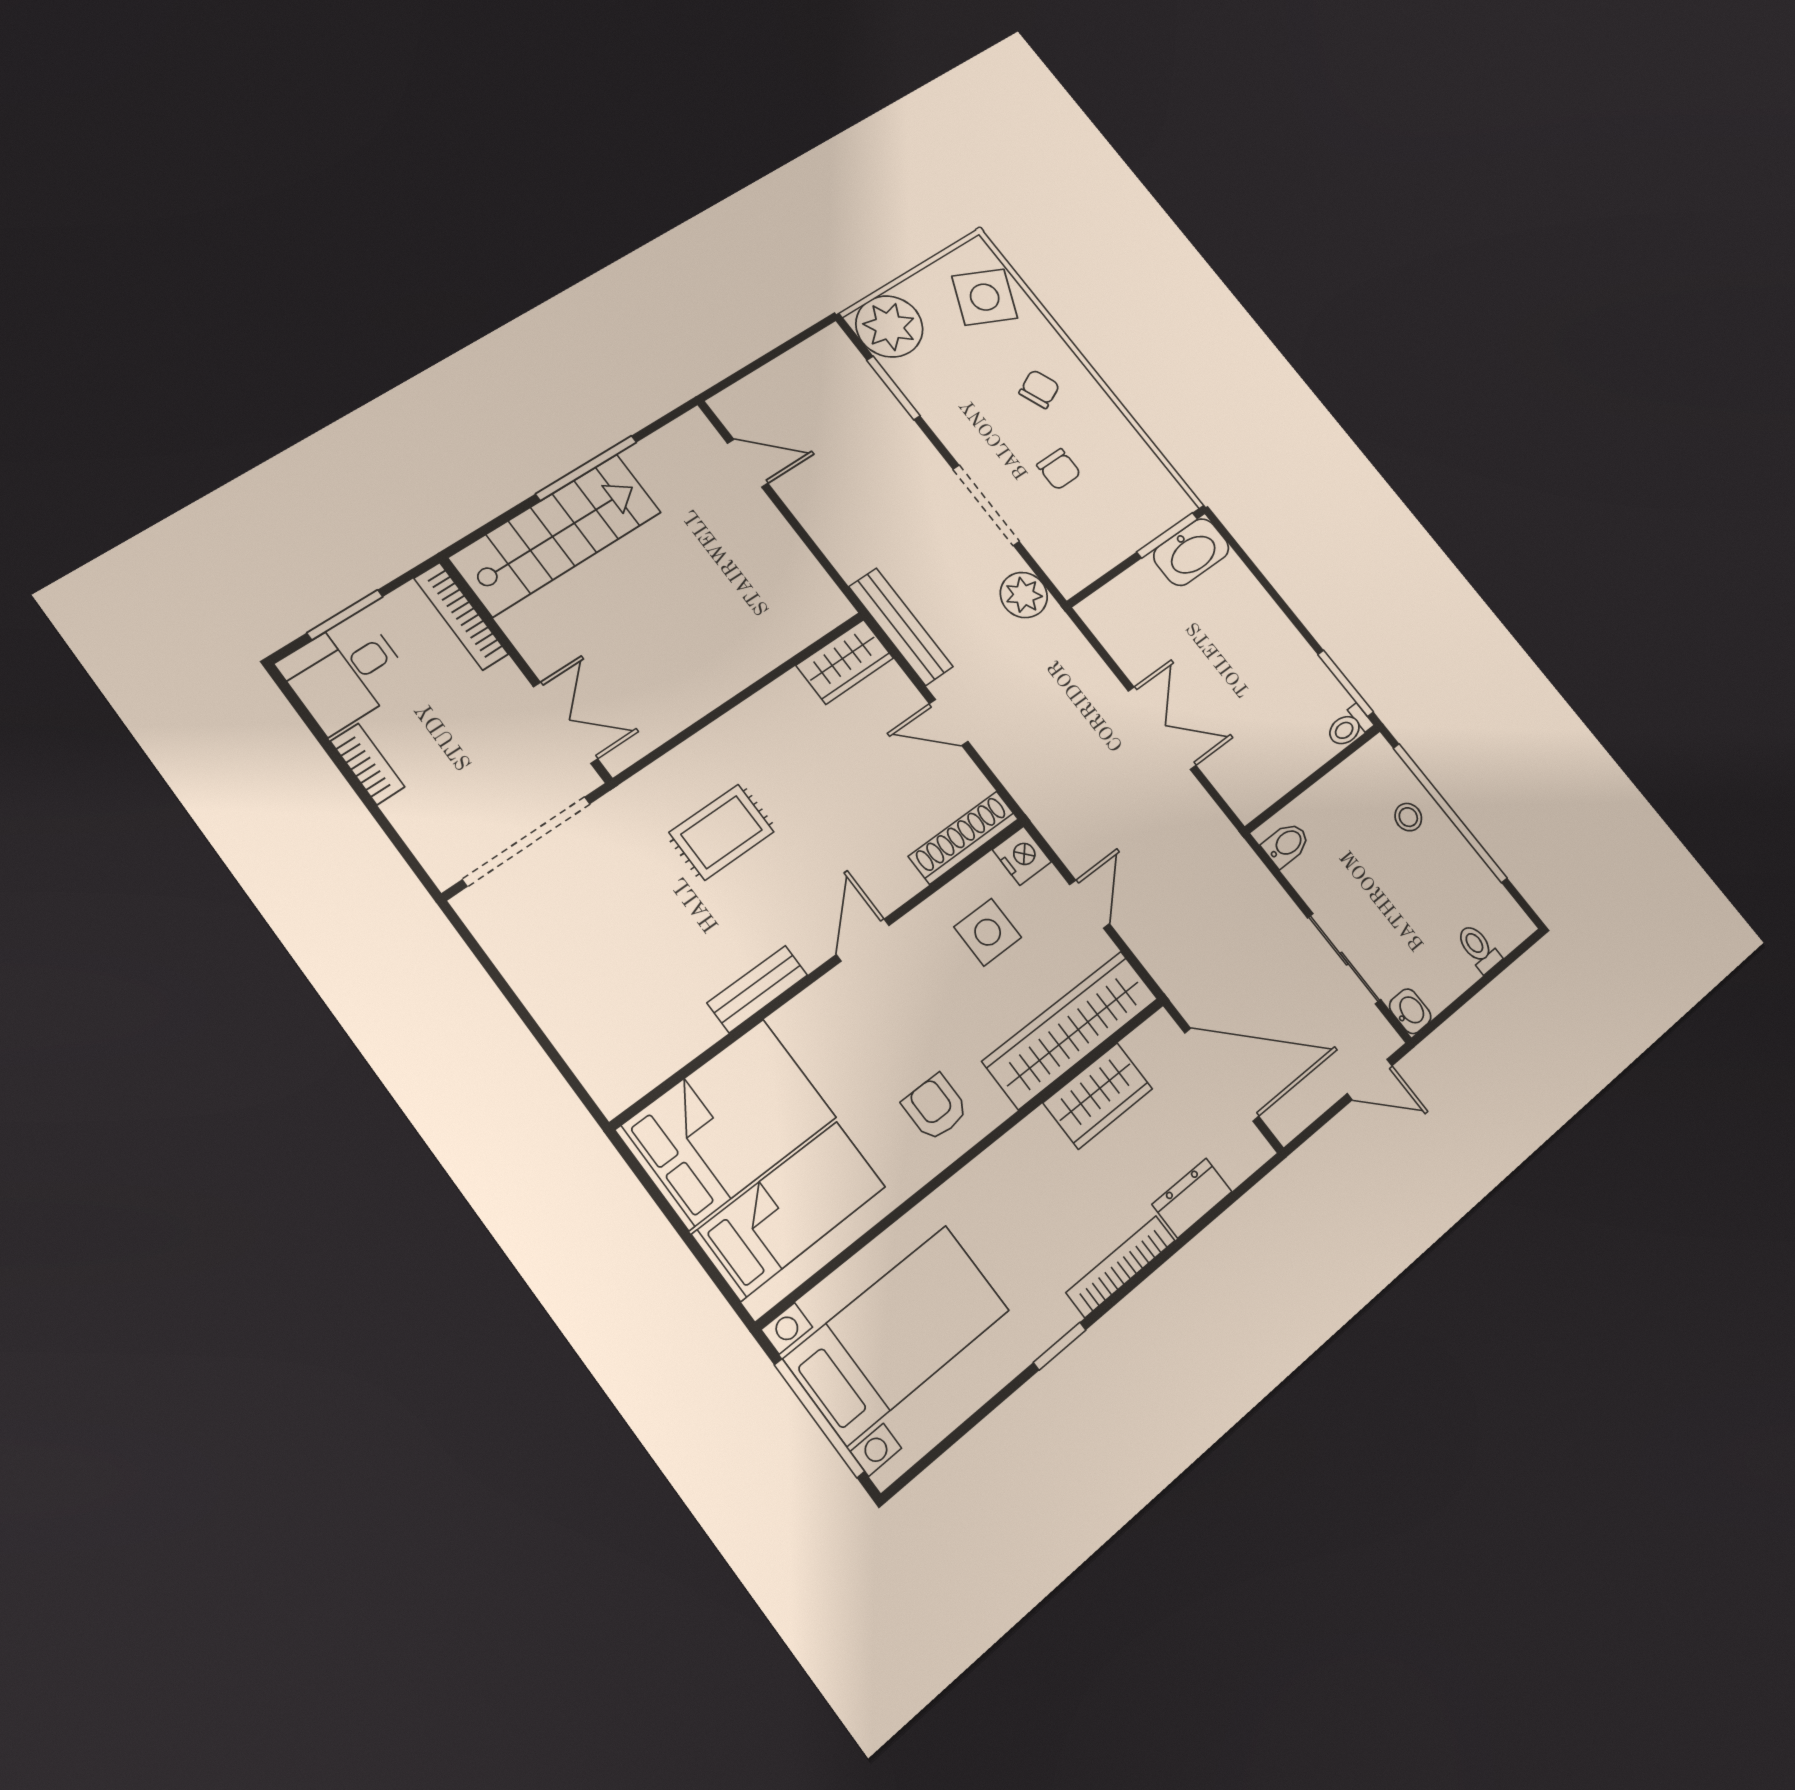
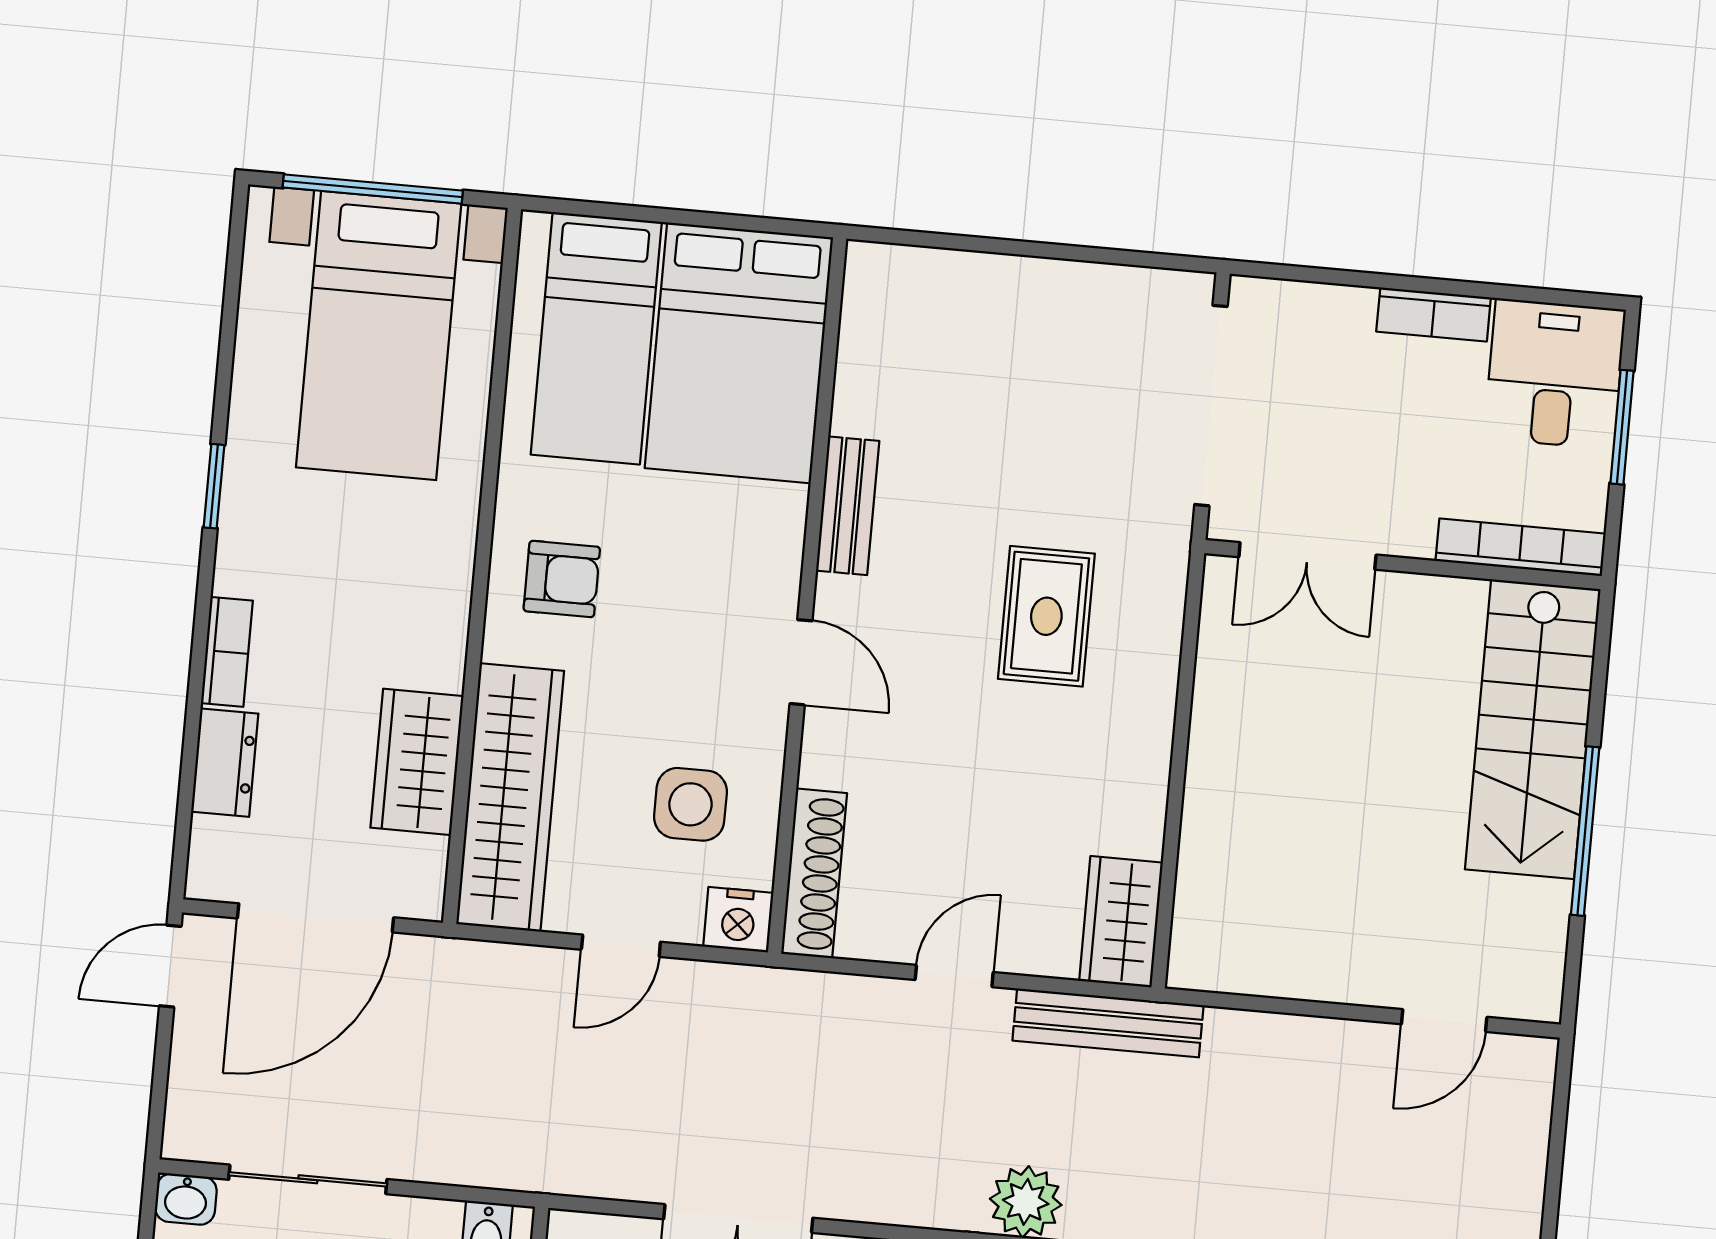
door: (1089, 904) -> (621, 946), hinge flipped
door: (1370, 1080) -> (170, 966), moved
bookcase: (1121, 1266) -> (227, 652), width x0.64

